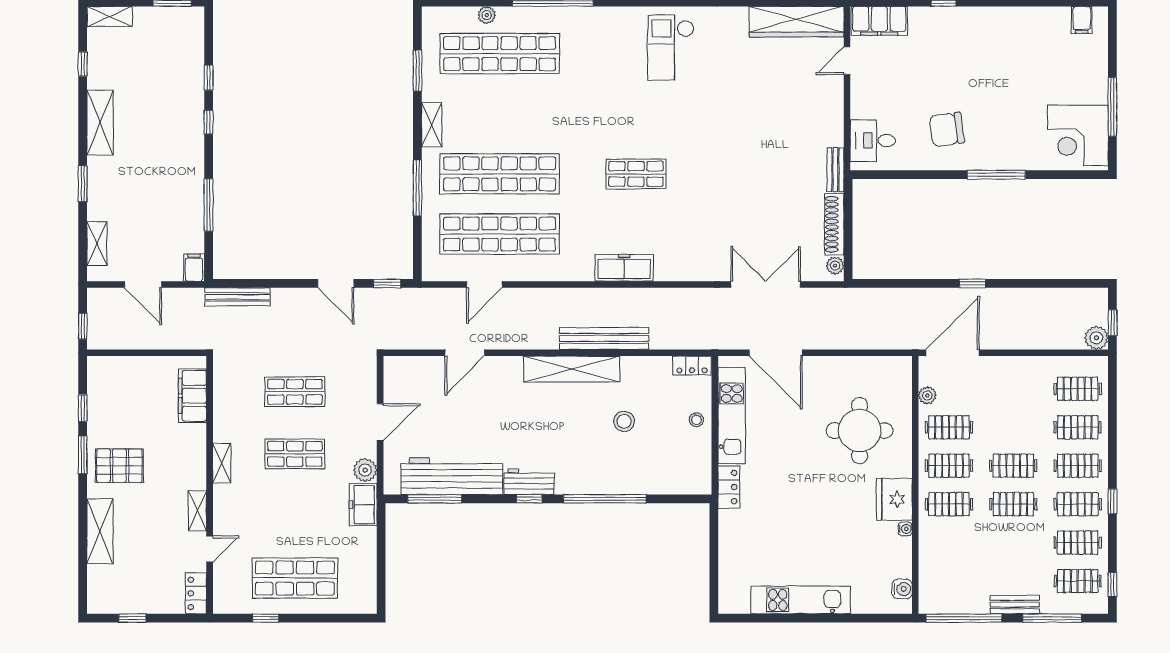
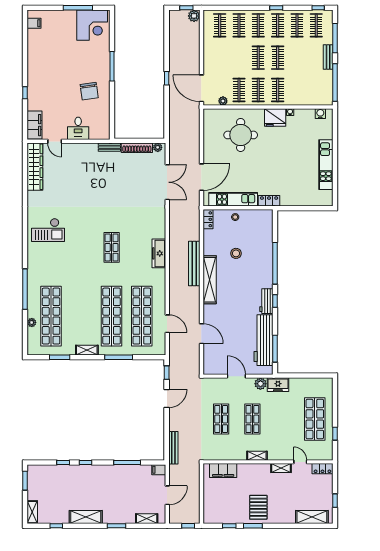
desk: (873, 141) -> (78, 128), moved
double door: (766, 285) -> (167, 182), swing flipped
shelving: (100, 531) -> (312, 517), moved

